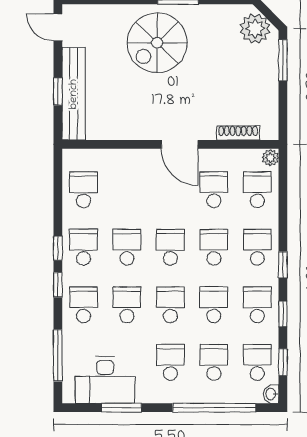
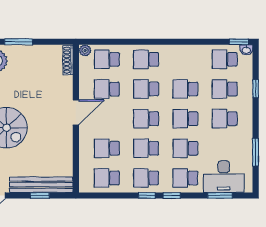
shoe rack: (238, 133) -> (68, 60), moved
window: (283, 265) -> (158, 42), removed
school desk: (257, 305) -> (107, 148), moved
window: (283, 314) -> (192, 42), removed
window: (58, 356) -> (220, 195), width x0.69
window: (283, 362) -> (239, 42), moved
desk: (105, 380) -> (224, 177), moved, turned 90
window: (214, 408) -> (256, 89), width x0.32

